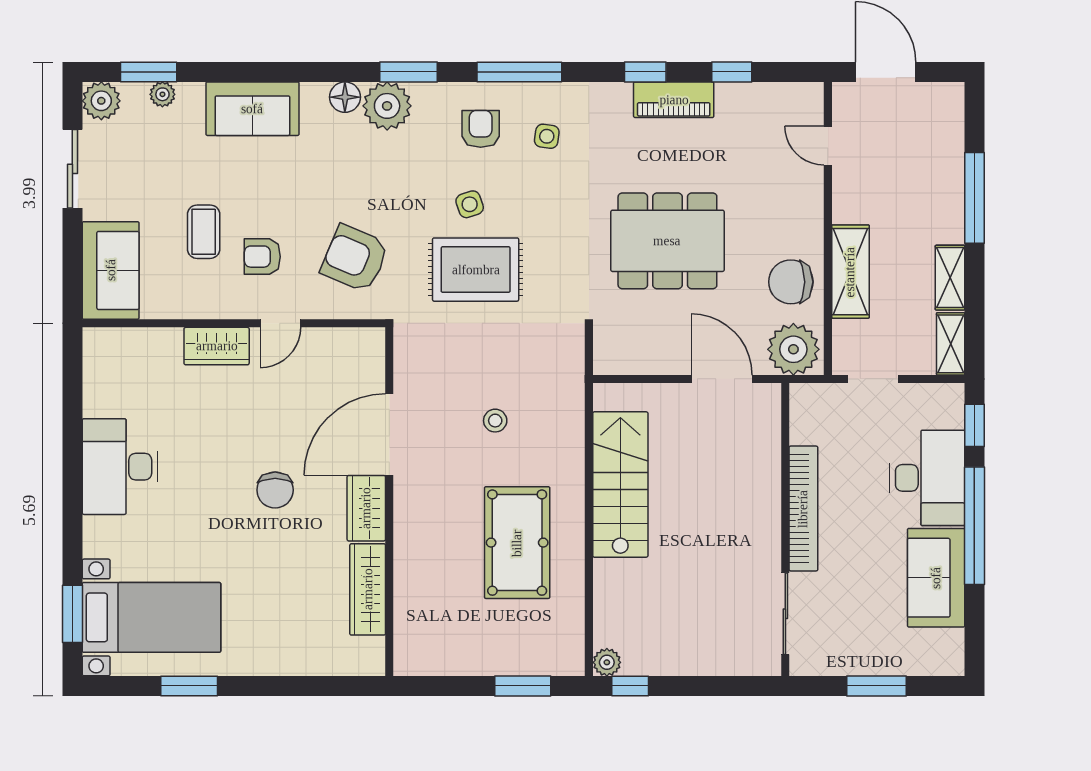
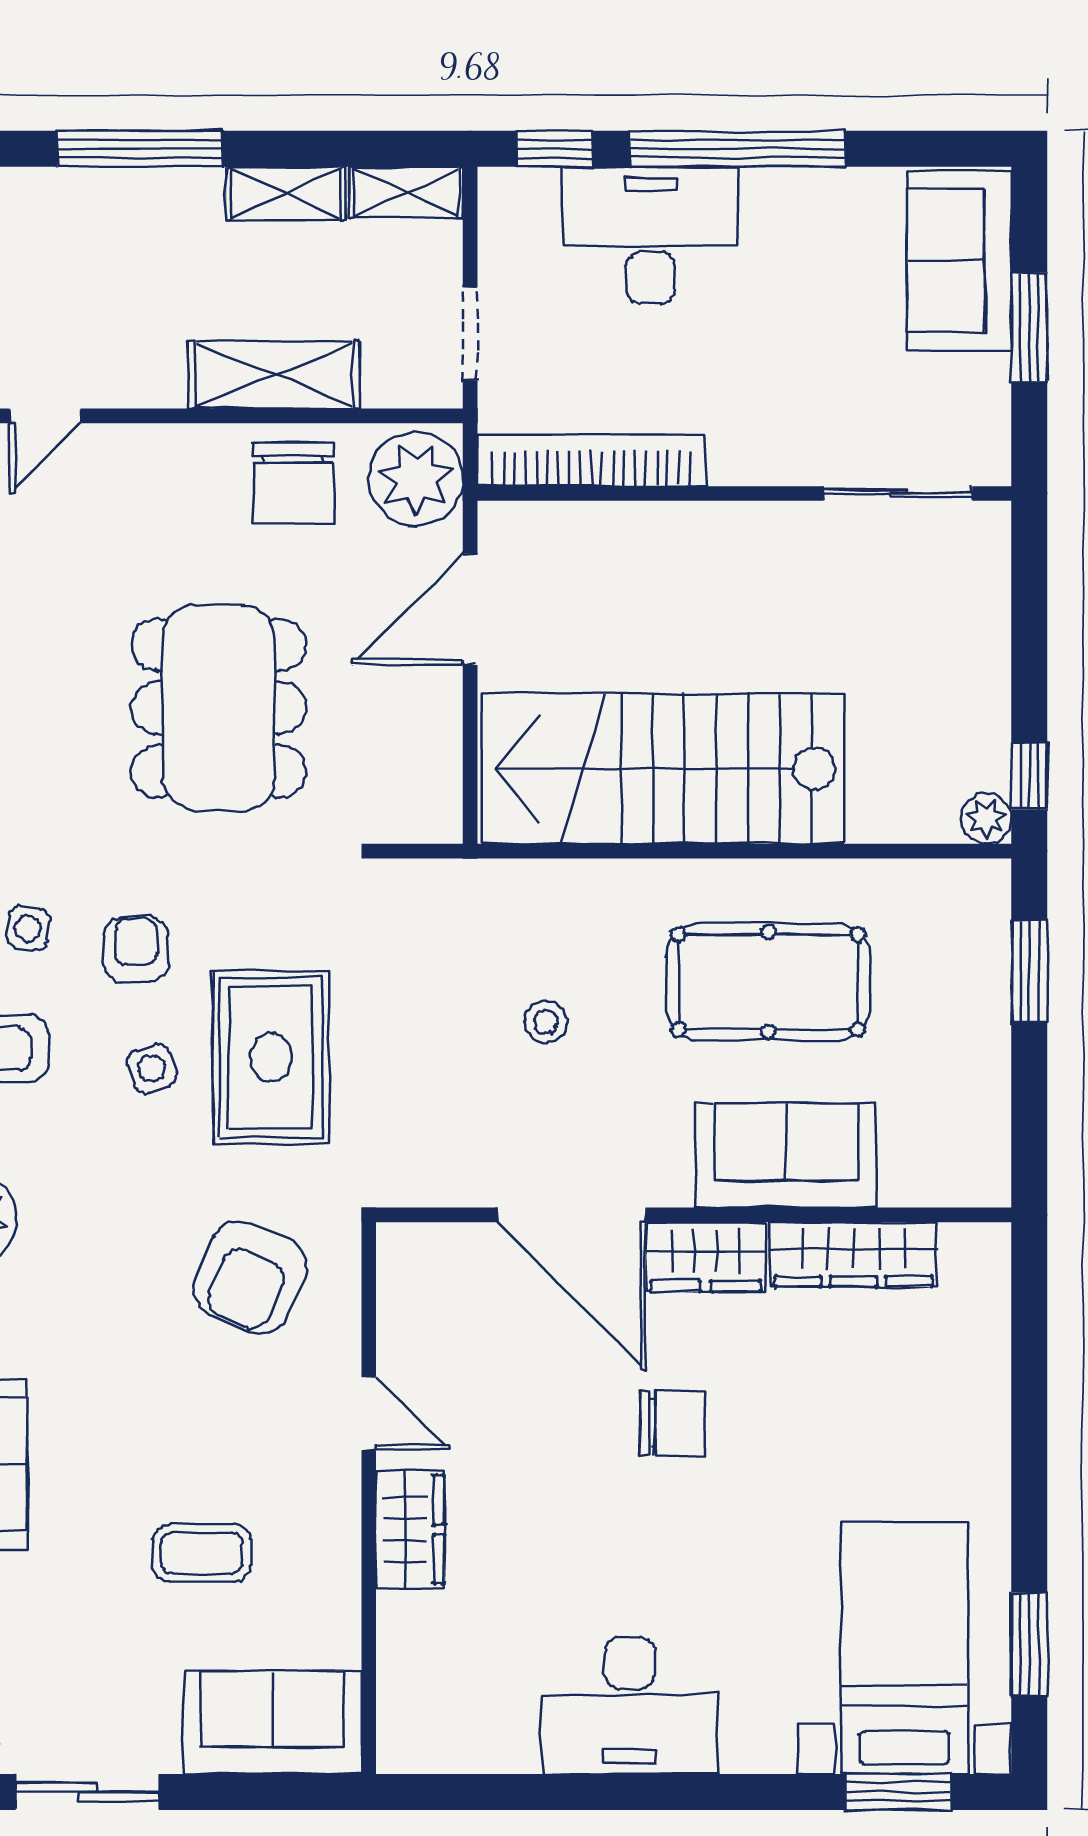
armchair: (262, 257) -> (136, 950), moved, turned 180
stairs: (620, 484) -> (662, 769), width x1.36, depth x1.51
bookcase: (803, 509) -> (591, 460), moved
sofa: (422, 552) -> (786, 1155), added
sofa: (936, 578) -> (959, 261), moved, turned 90
window: (189, 686) -> (1029, 1644), moved

